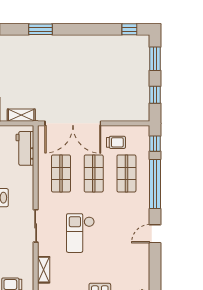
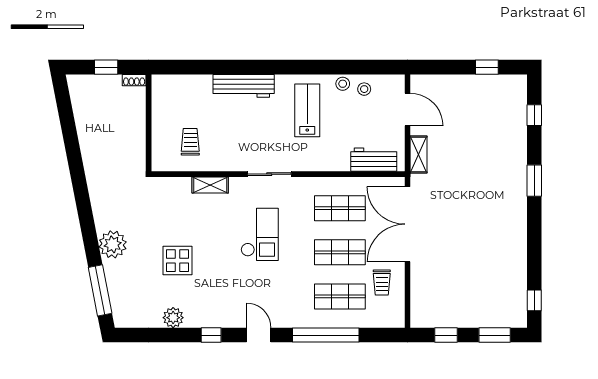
window: (155, 144) -> (211, 335), moved
checkout: (80, 233) -> (260, 234), turned 90

